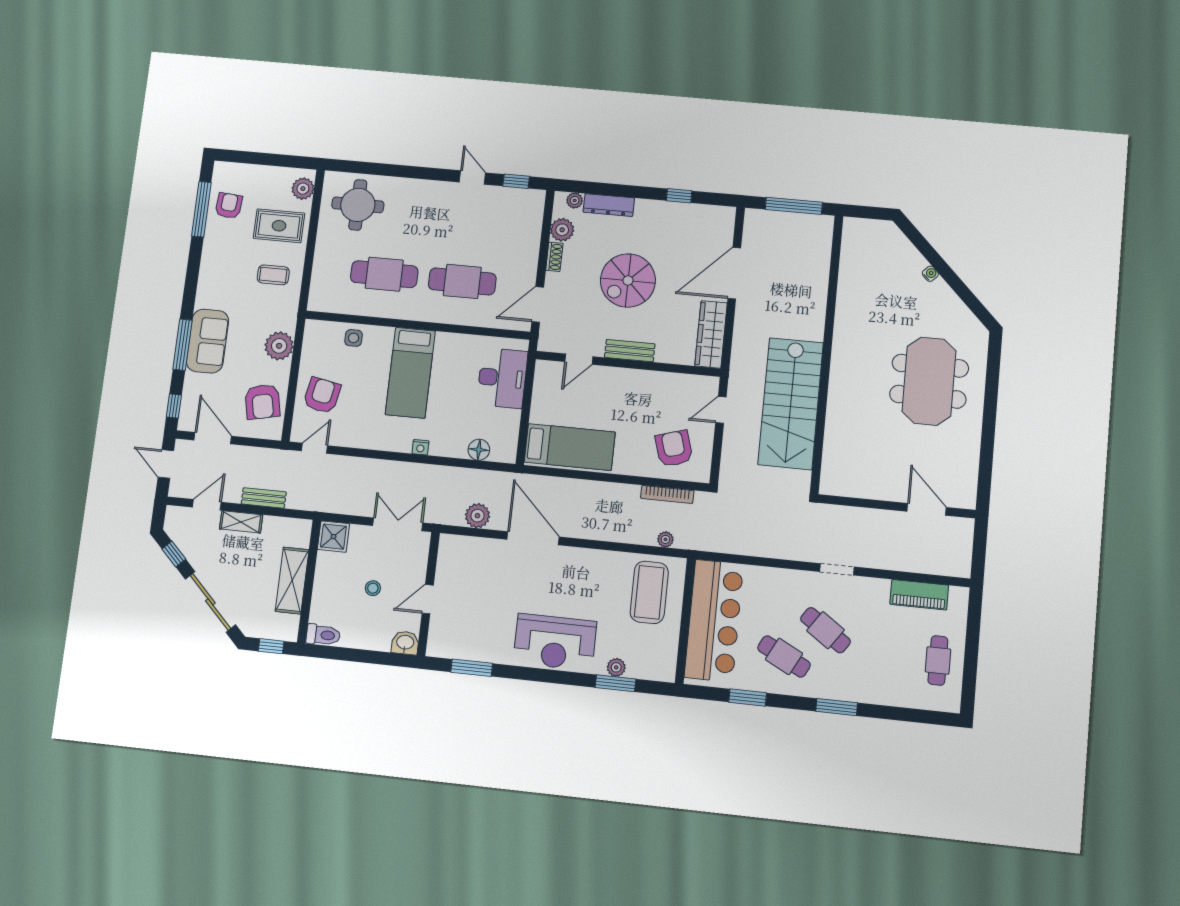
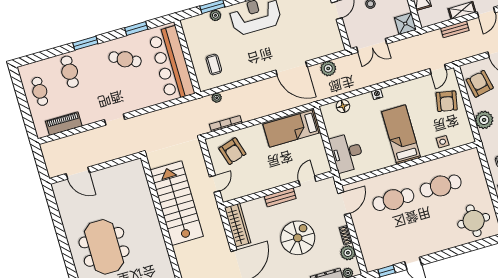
coffee table: (649, 592) -> (214, 64), width x0.54, depth x0.58
cafe table: (825, 630) -> (70, 72), moved, turned 55

